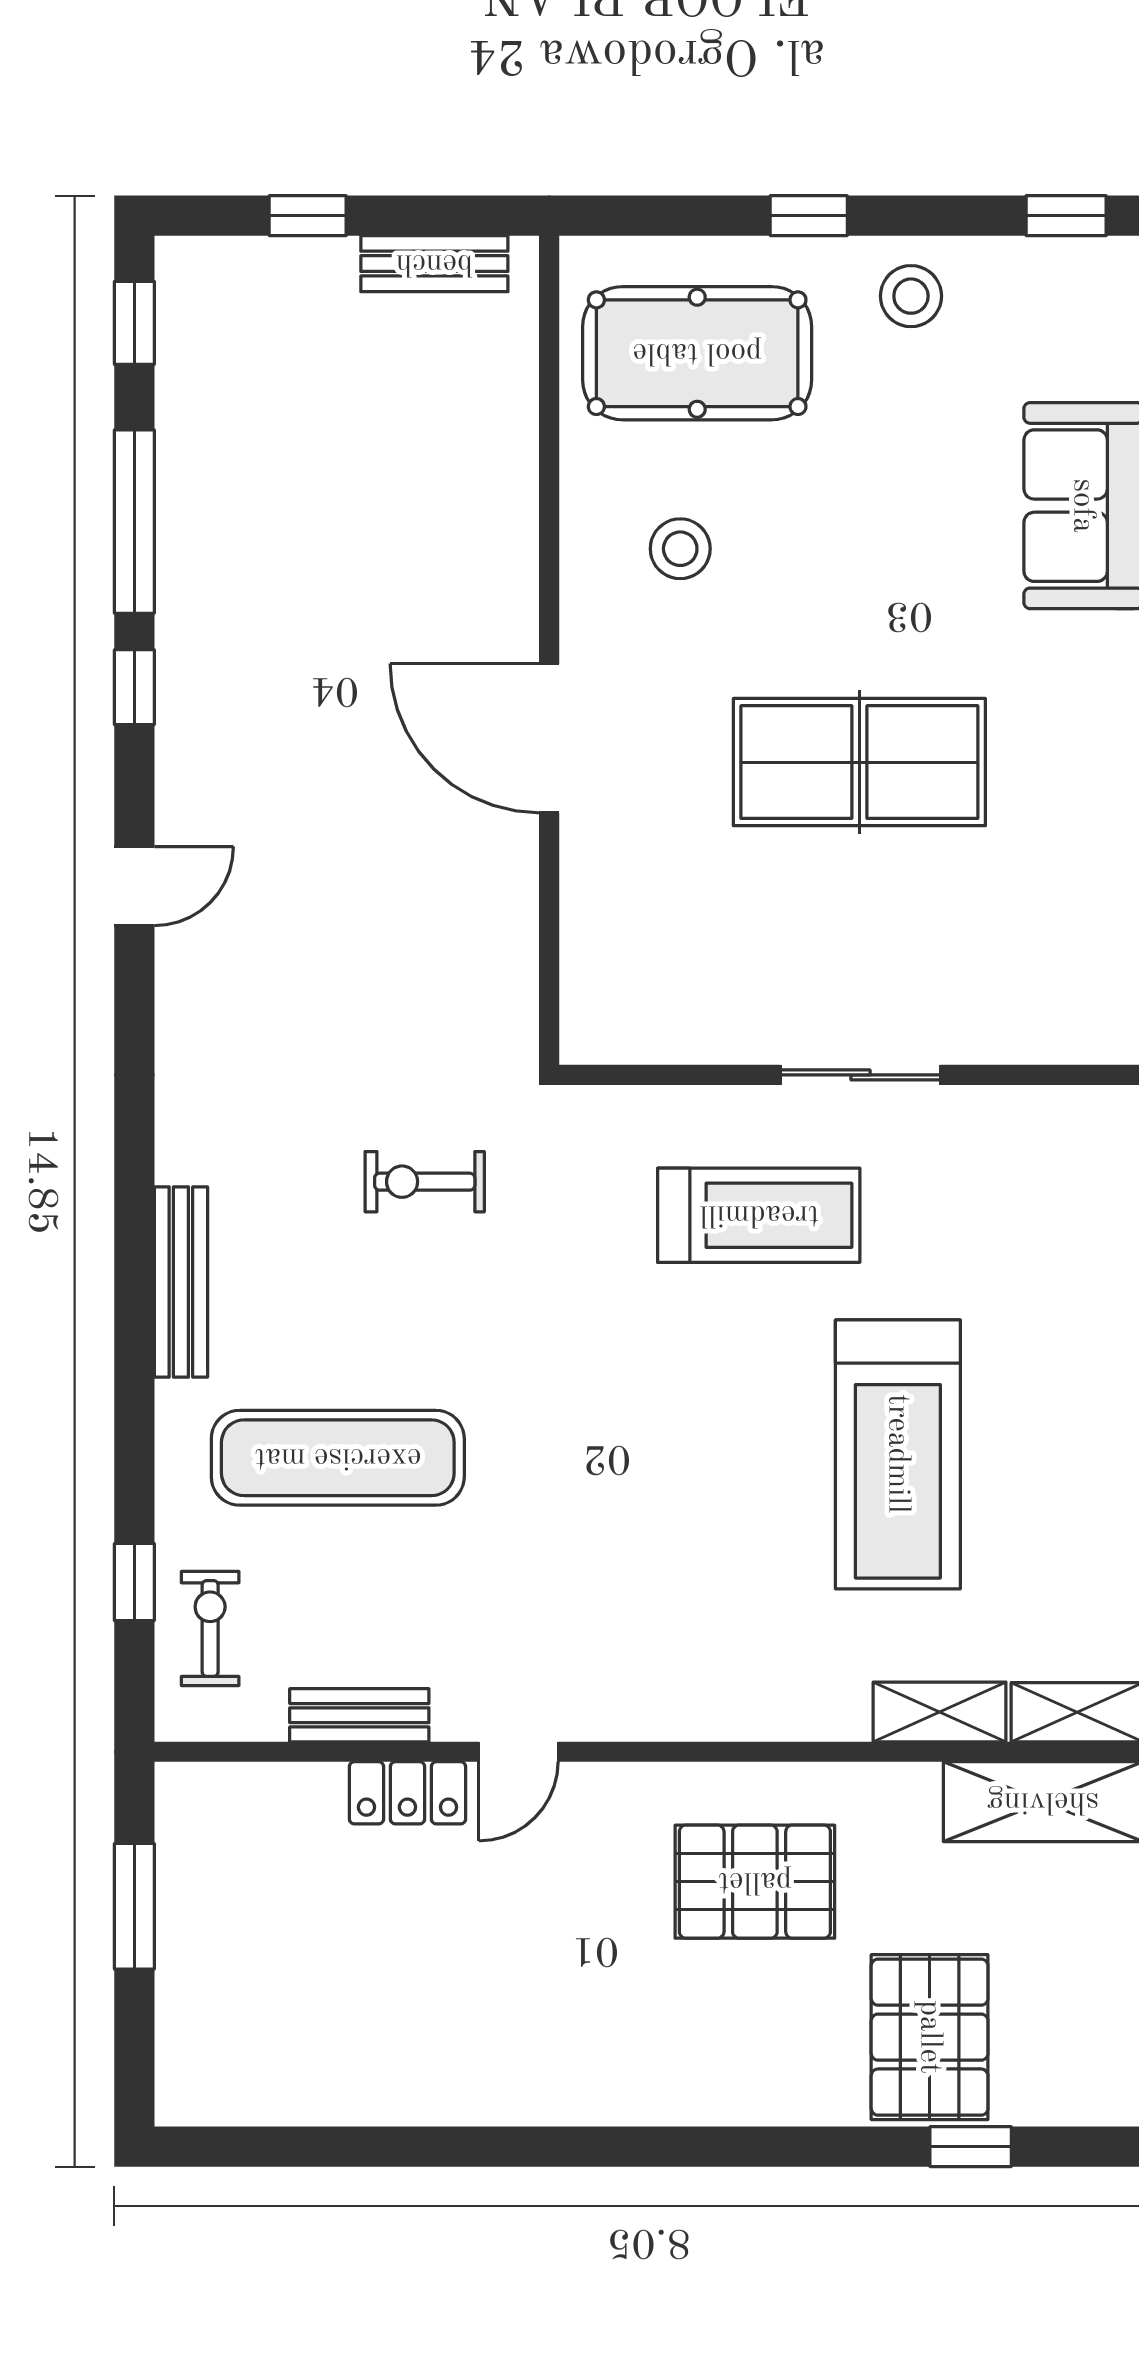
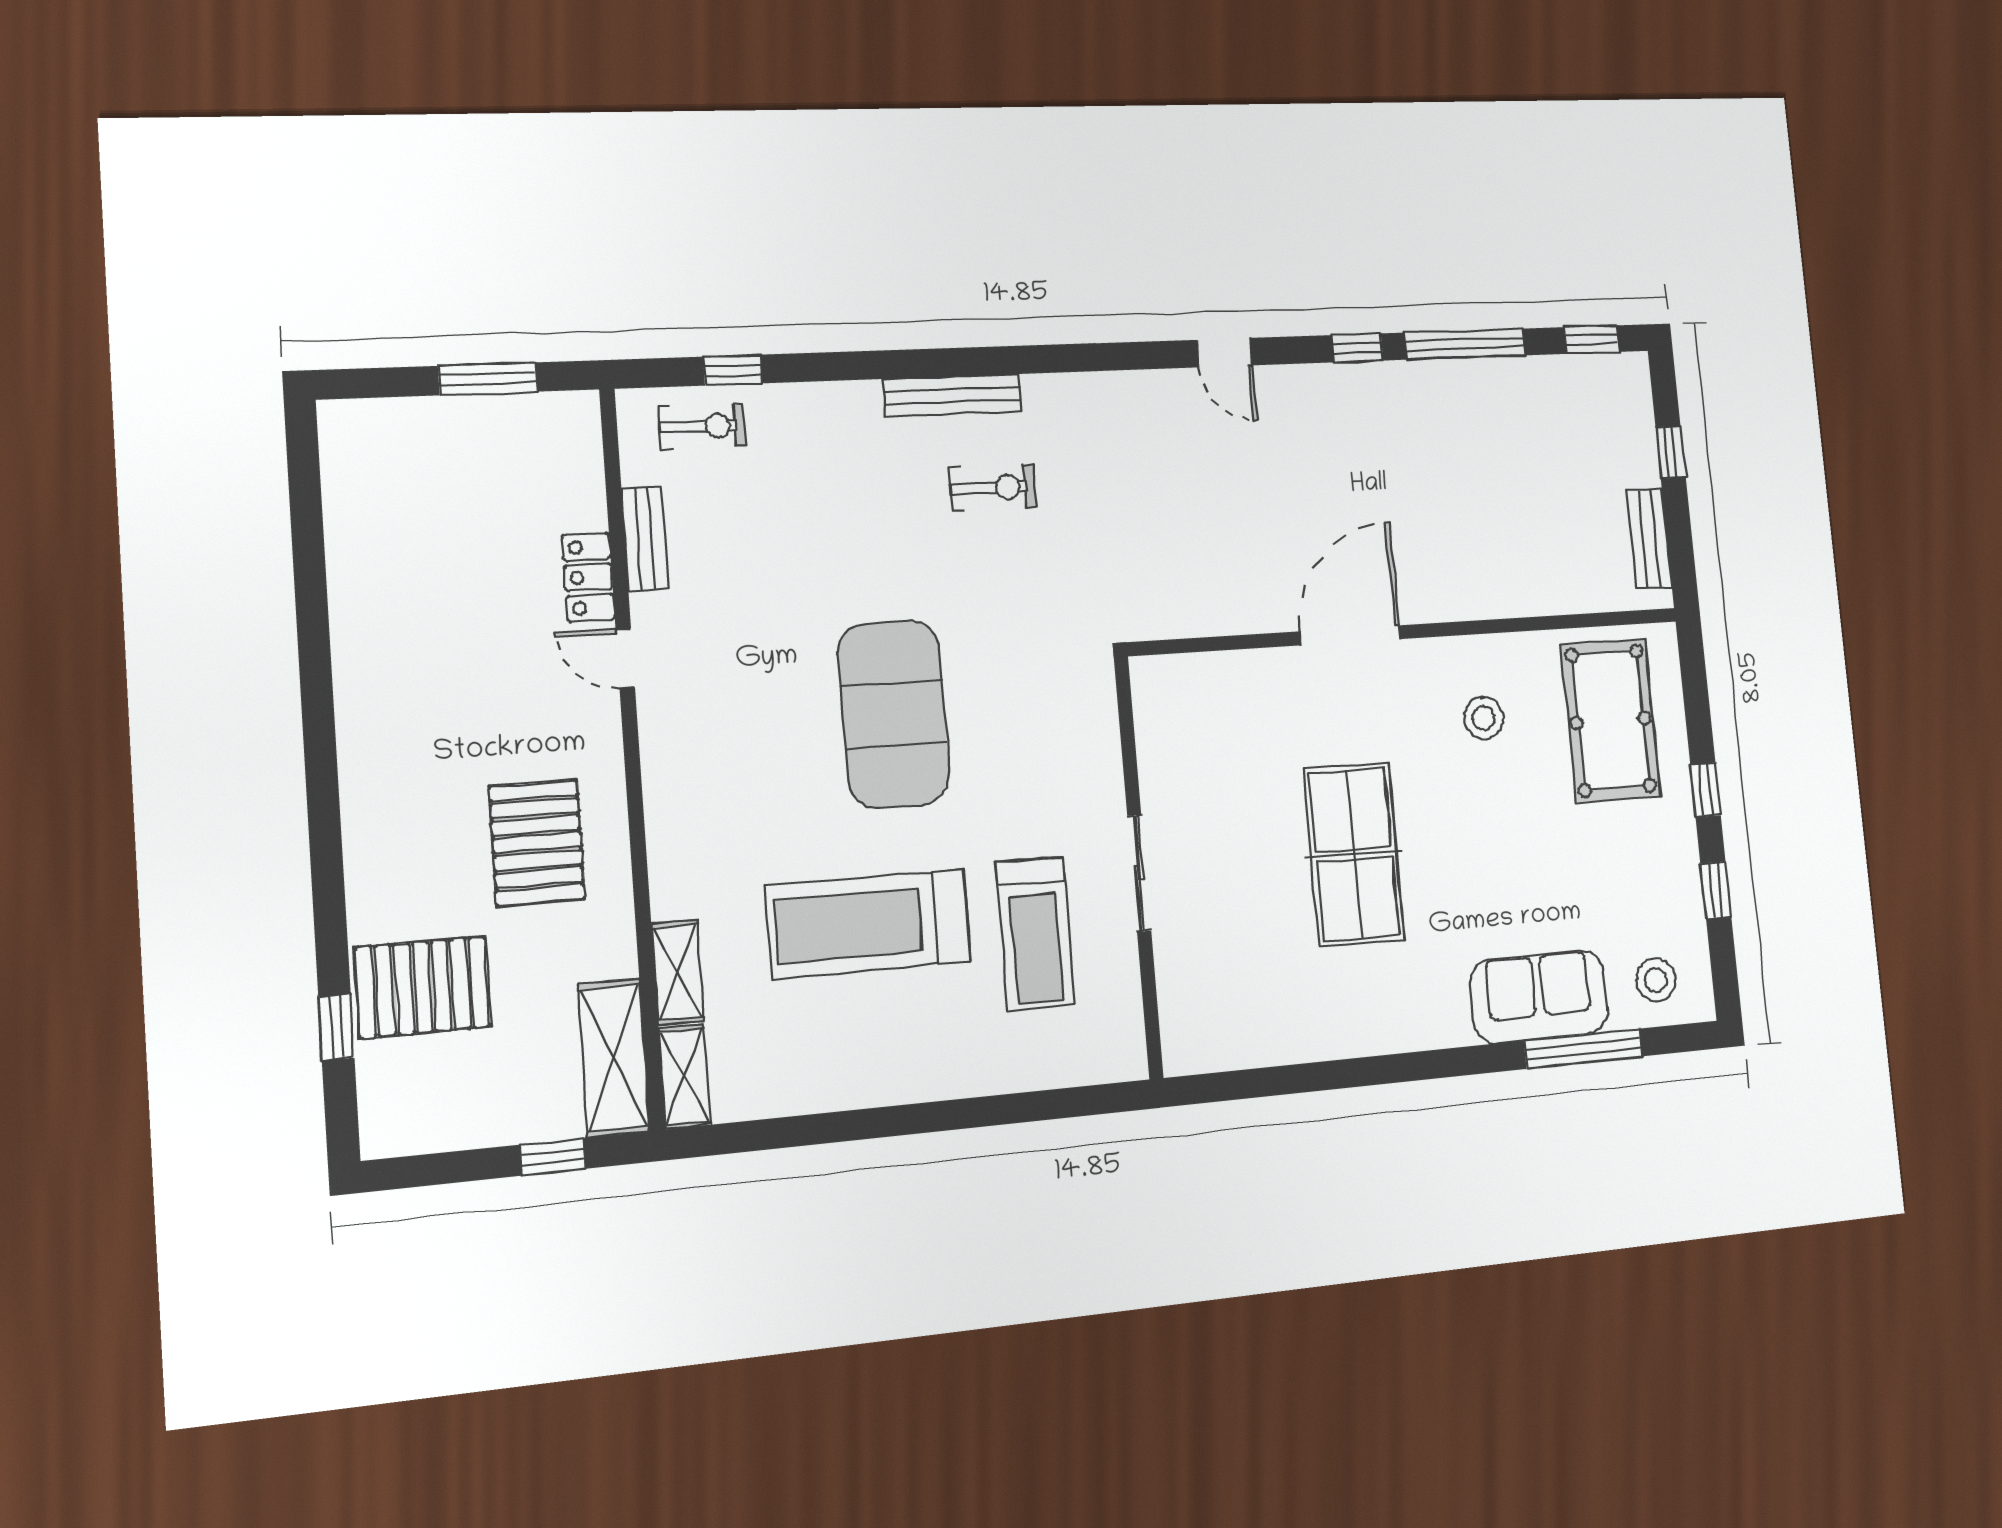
window: (1066, 216) -> (1716, 890), moved
stool: (911, 296) -> (1656, 980), moved
exercise bike: (425, 1182) -> (993, 488), moved, turned 90
treadmill: (759, 1215) -> (1035, 933), moved
exercise mat: (338, 1458) -> (894, 714), moved, width x1.47

